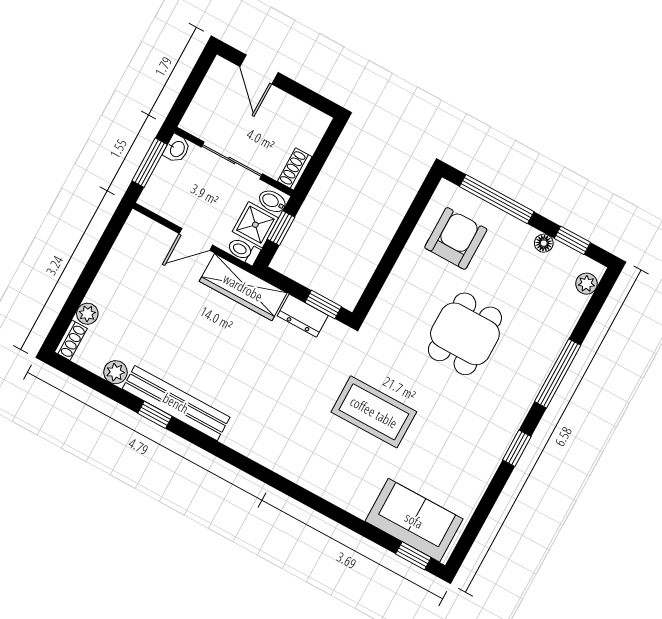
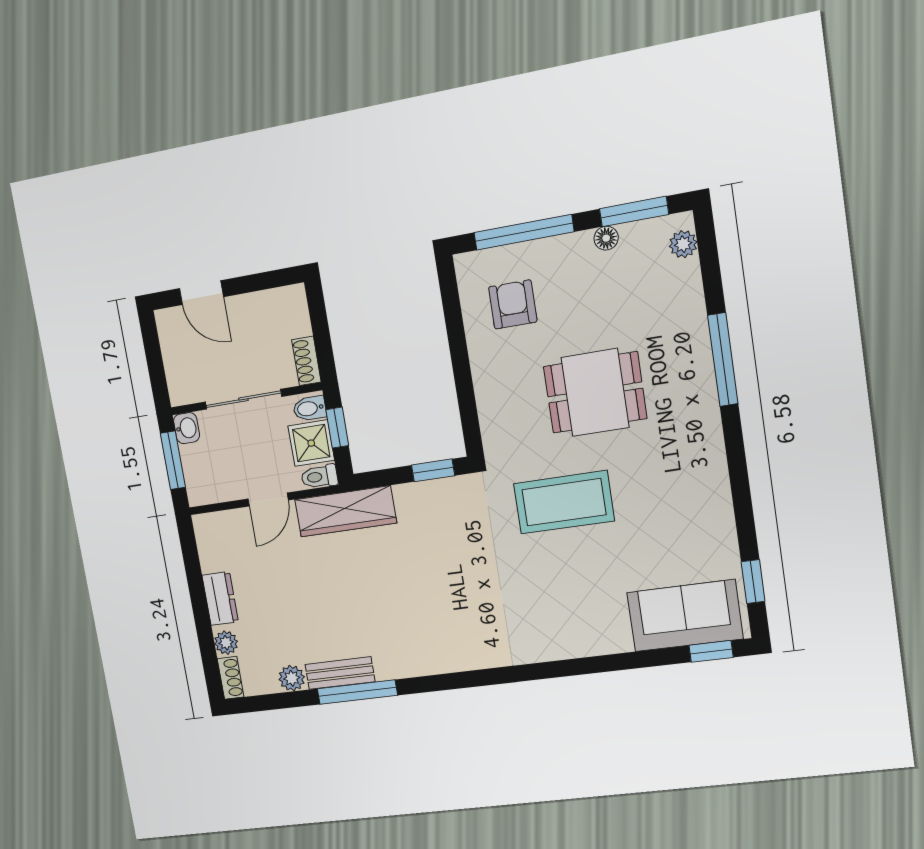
armchair: (456, 238) -> (513, 304), width x0.72, depth x0.72
window: (572, 240) -> (634, 212), width x1.50
dresser: (303, 316) -> (220, 598), moved, turned -90
dining table: (465, 334) -> (595, 392), turned 90
bench: (176, 403) -> (340, 673), width x0.54, depth x0.82
coffee table: (374, 412) -> (564, 502), moved
window: (155, 415) -> (357, 692), width x2.17
window: (517, 448) -> (753, 582), moved

